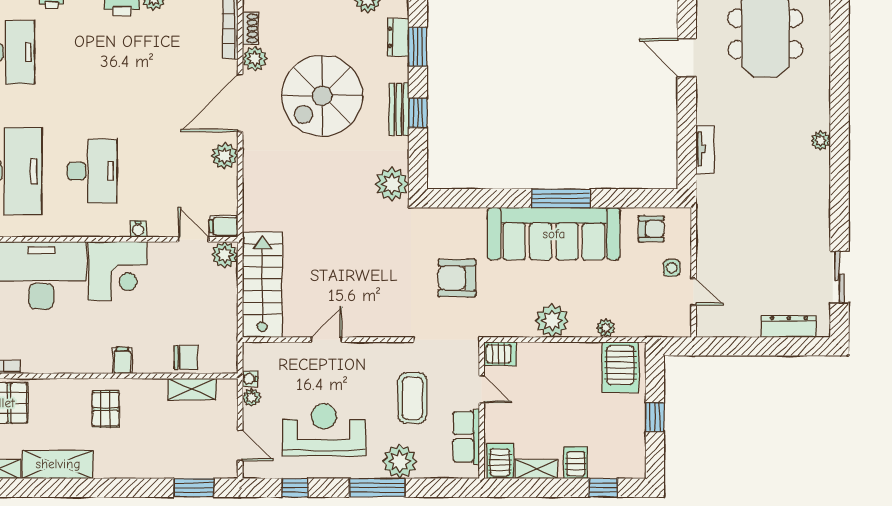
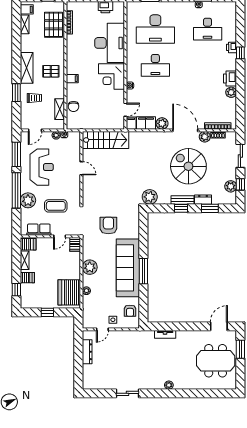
dresser: (398, 37) -> (203, 200), moved
door: (687, 58) -> (219, 326), moved
filing cabinet: (224, 192) -> (146, 123), added
plant: (225, 255) -> (119, 123), removed
sliding door: (839, 277) -> (127, 393), moved
dresser: (789, 327) -> (87, 352), moved
server rack: (620, 367) -> (69, 292), width x1.60
trolley: (166, 447) -> (34, 98), added
shelving: (58, 464) -> (27, 68), moved
window: (194, 488) -> (16, 93), moved
window: (295, 488) -> (16, 154), width x2.17
window: (377, 488) -> (16, 190), width x1.46

